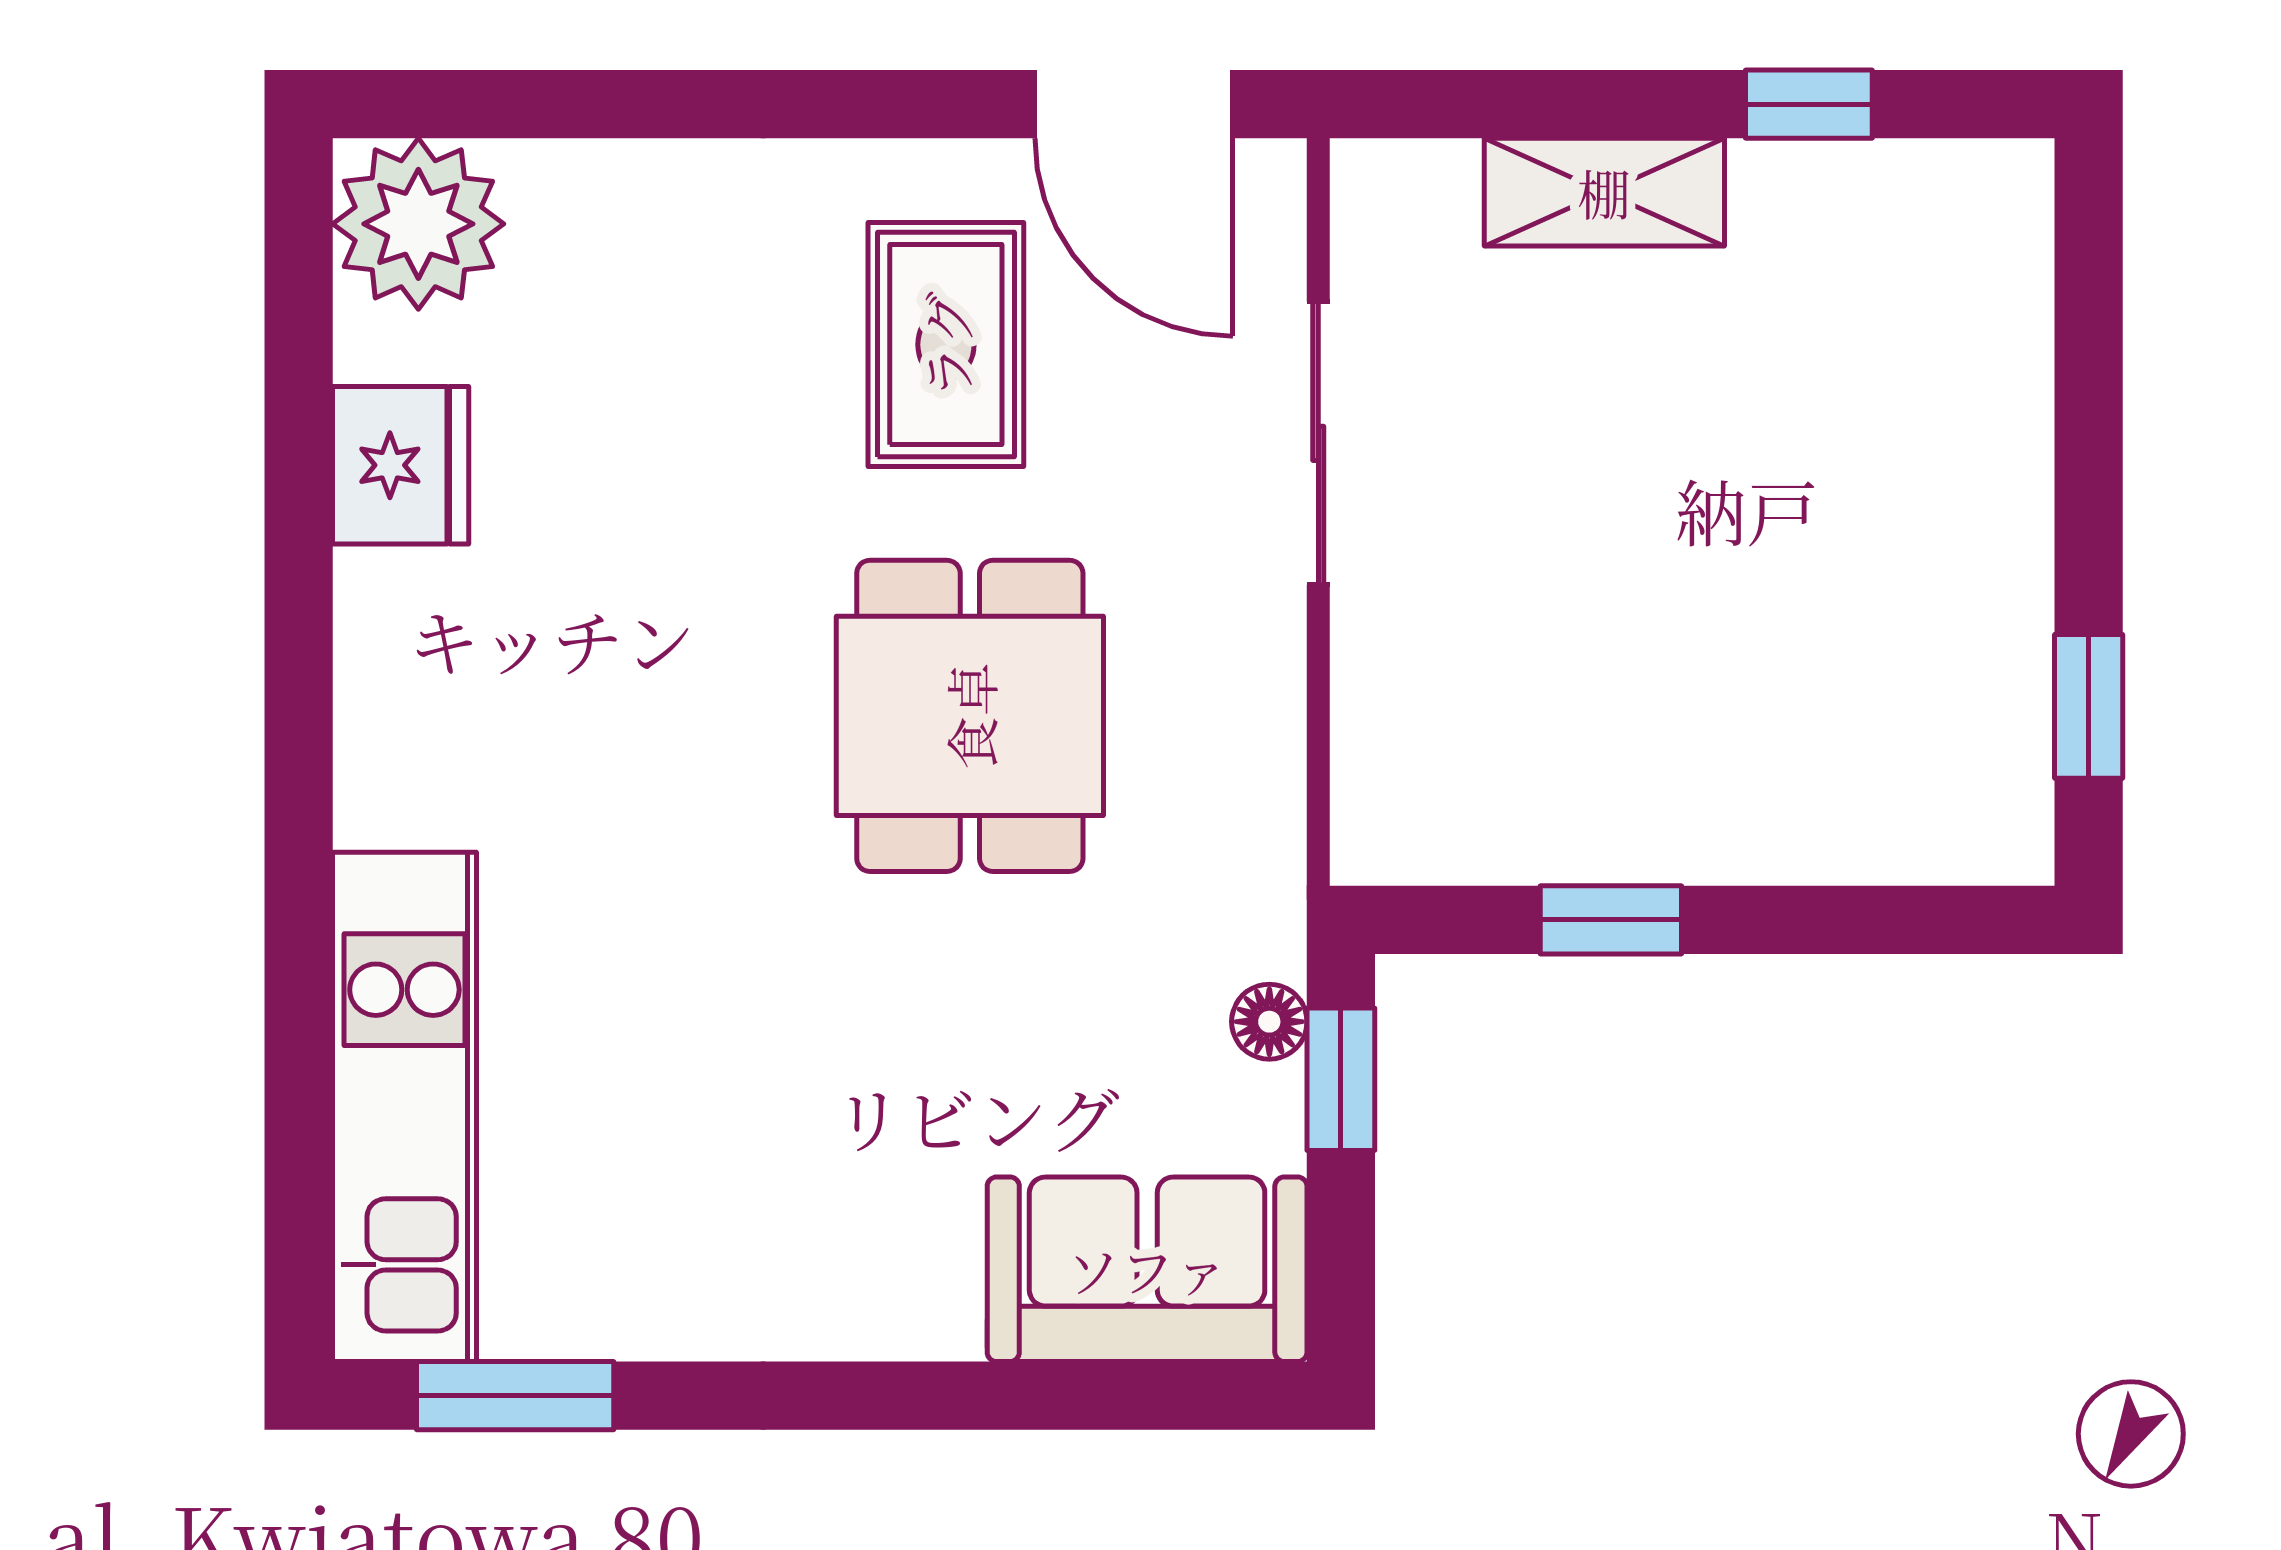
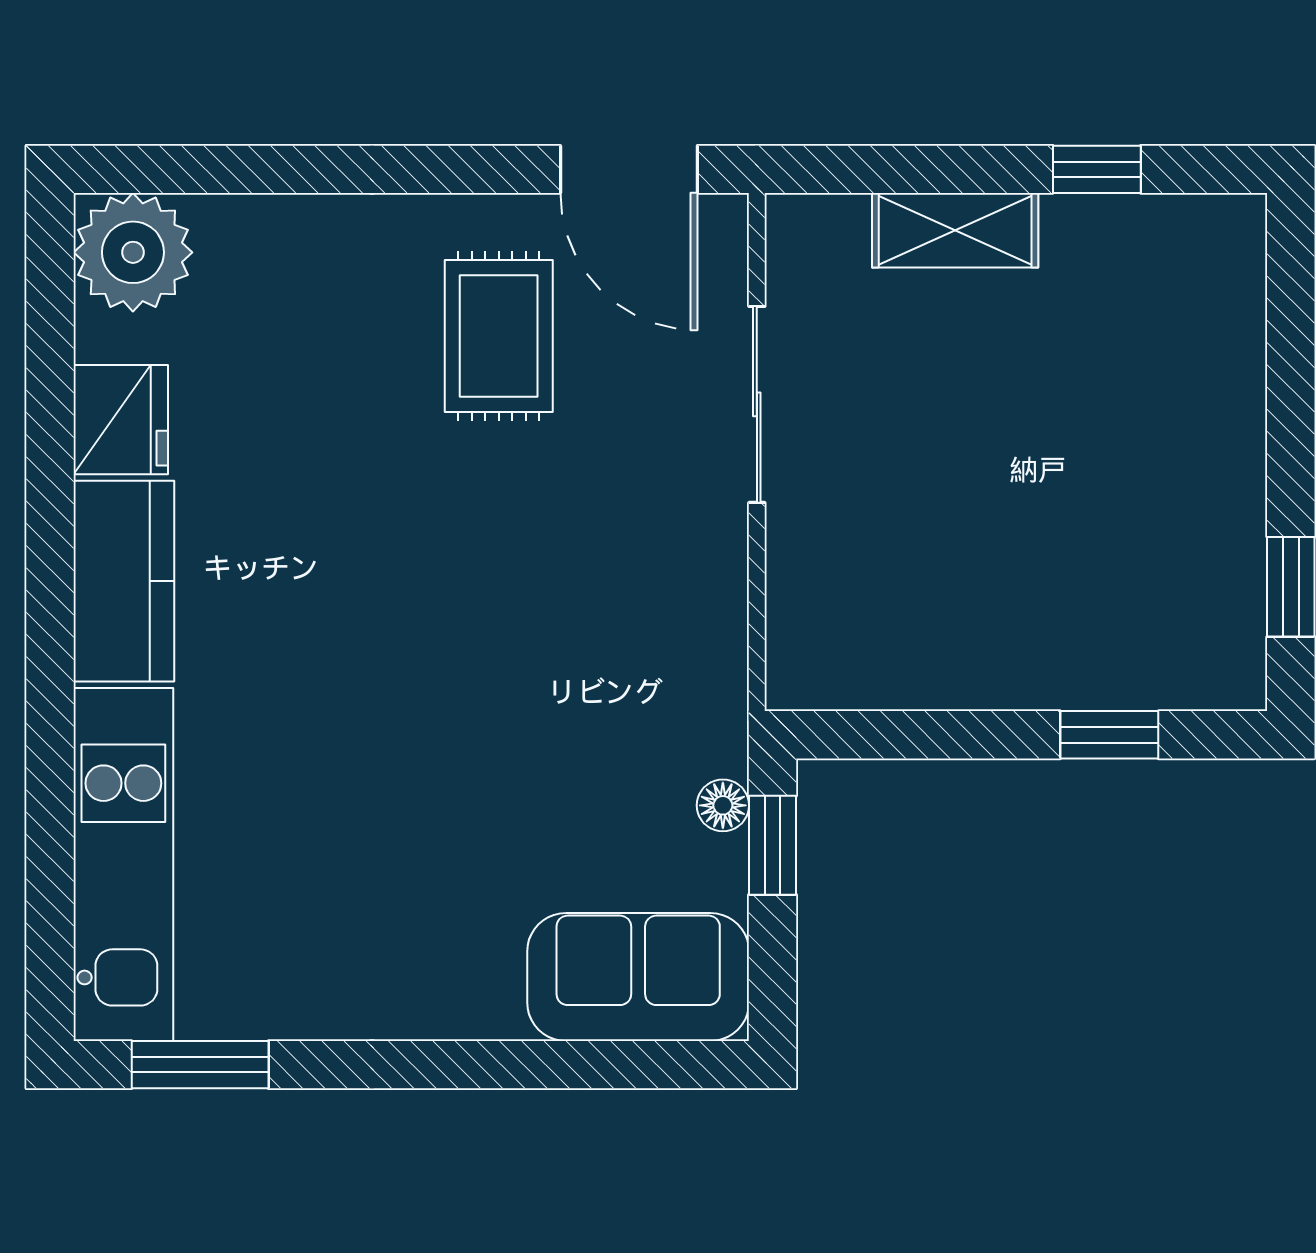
kitchen counter: (405, 698) -> (124, 581), added
dining table: (970, 716) -> (515, 593), removed
window: (1611, 920) -> (1109, 735), moved

